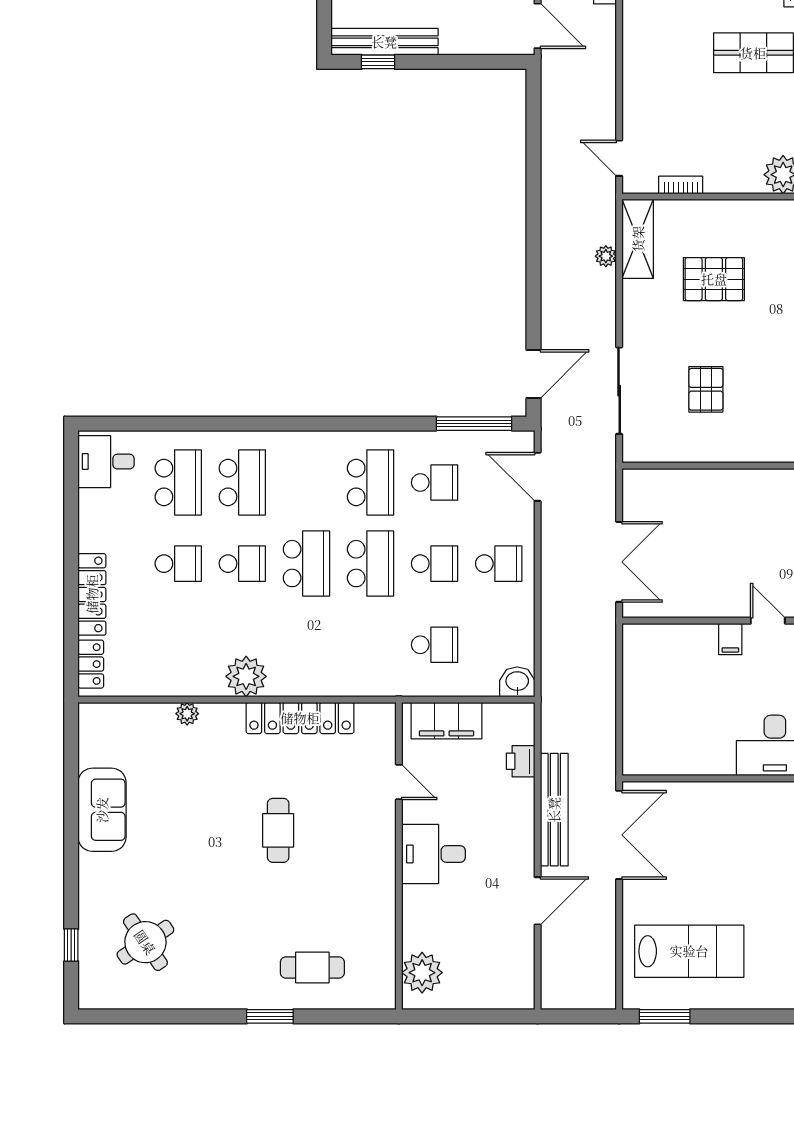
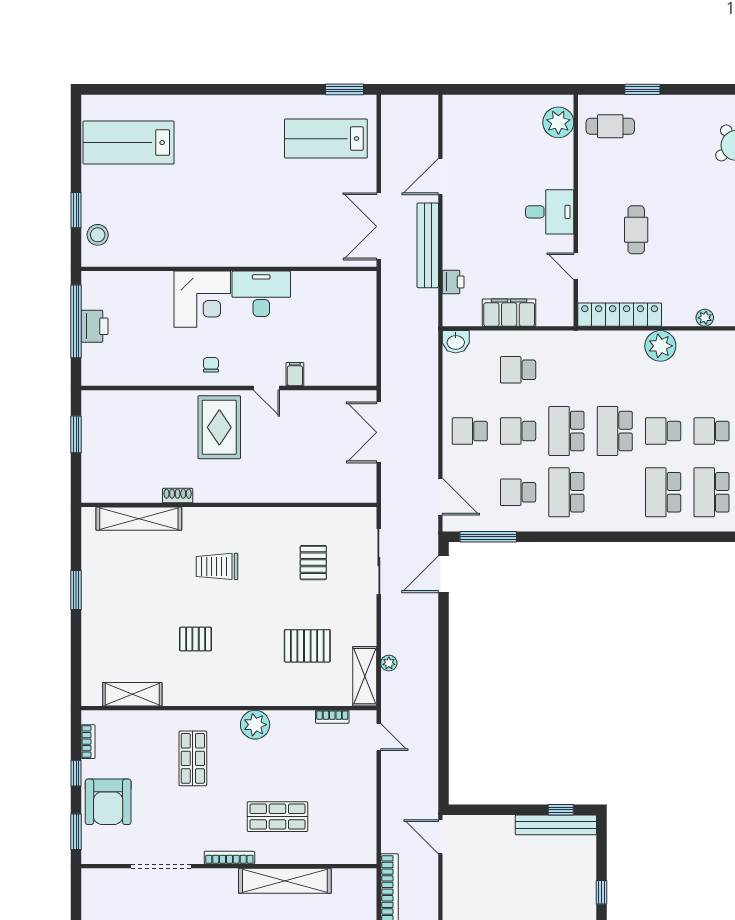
door: (399, 782) -> (576, 266), moved
desk: (433, 854) -> (550, 212), moved
wall: (399, 856) -> (576, 210), moved
plant: (422, 973) -> (558, 122), moved

